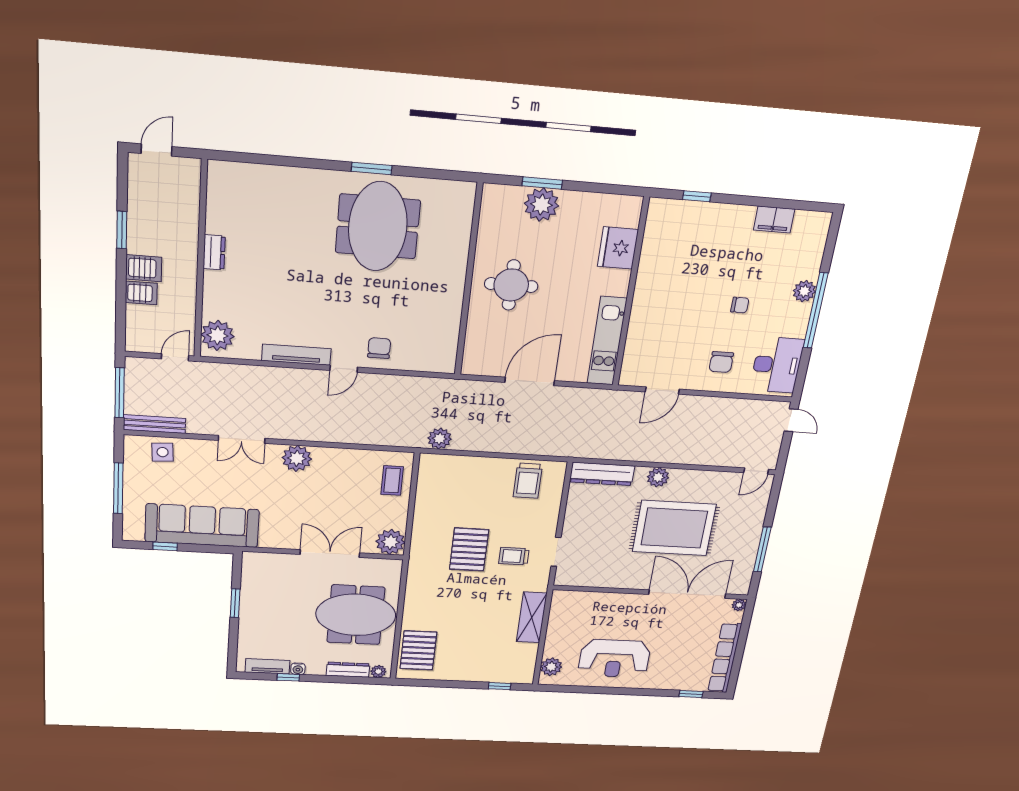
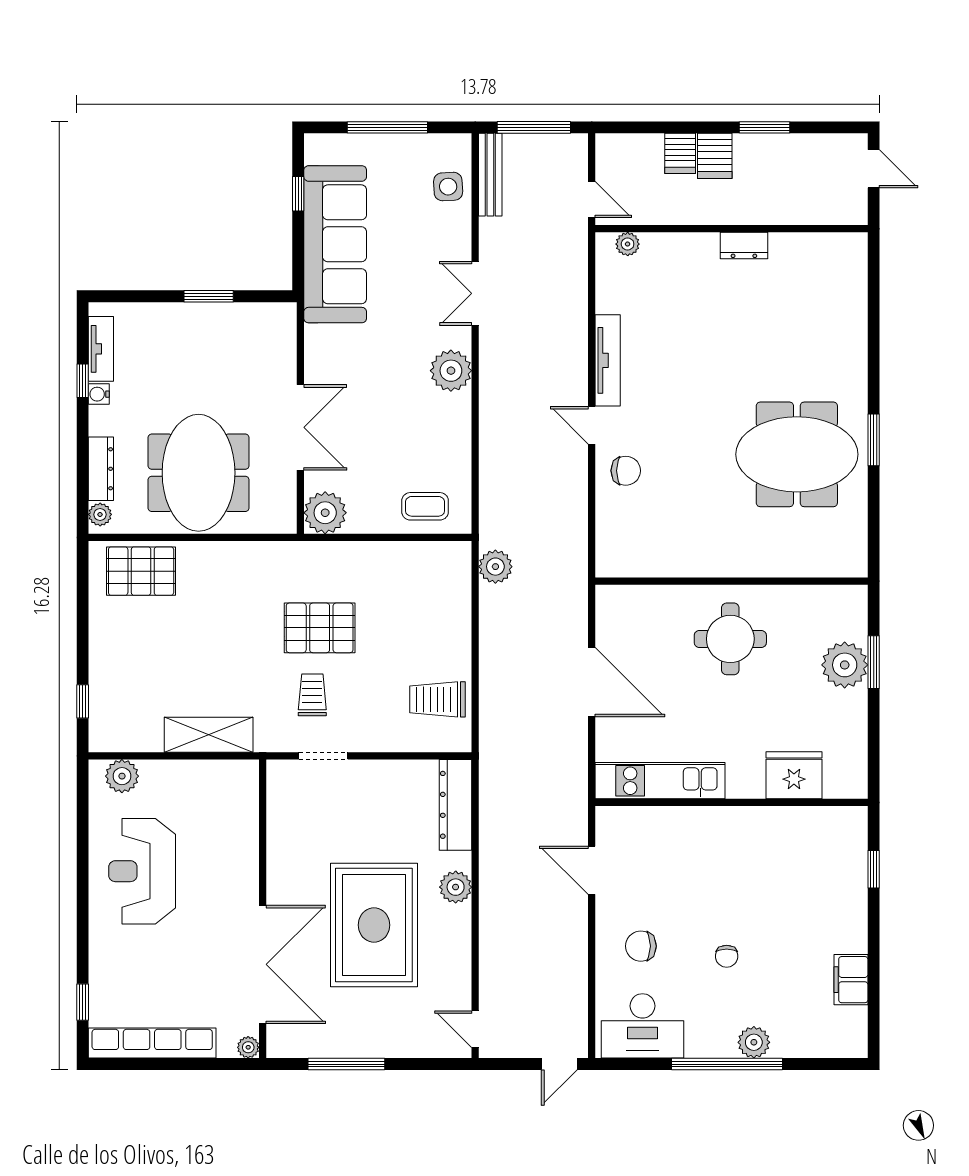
plant: (217, 335) -> (628, 244), width x0.53, depth x0.53

